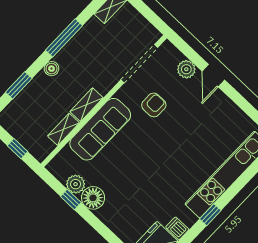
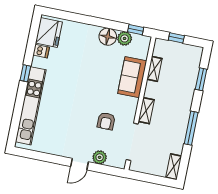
boiler: (51, 69) -> (187, 103), removed
door: (213, 76) -> (80, 164), swing flipped
shelving: (86, 105) -> (146, 111), moved
sofa: (100, 129) -> (132, 77), width x0.73
window: (71, 199) -> (136, 30), moved

